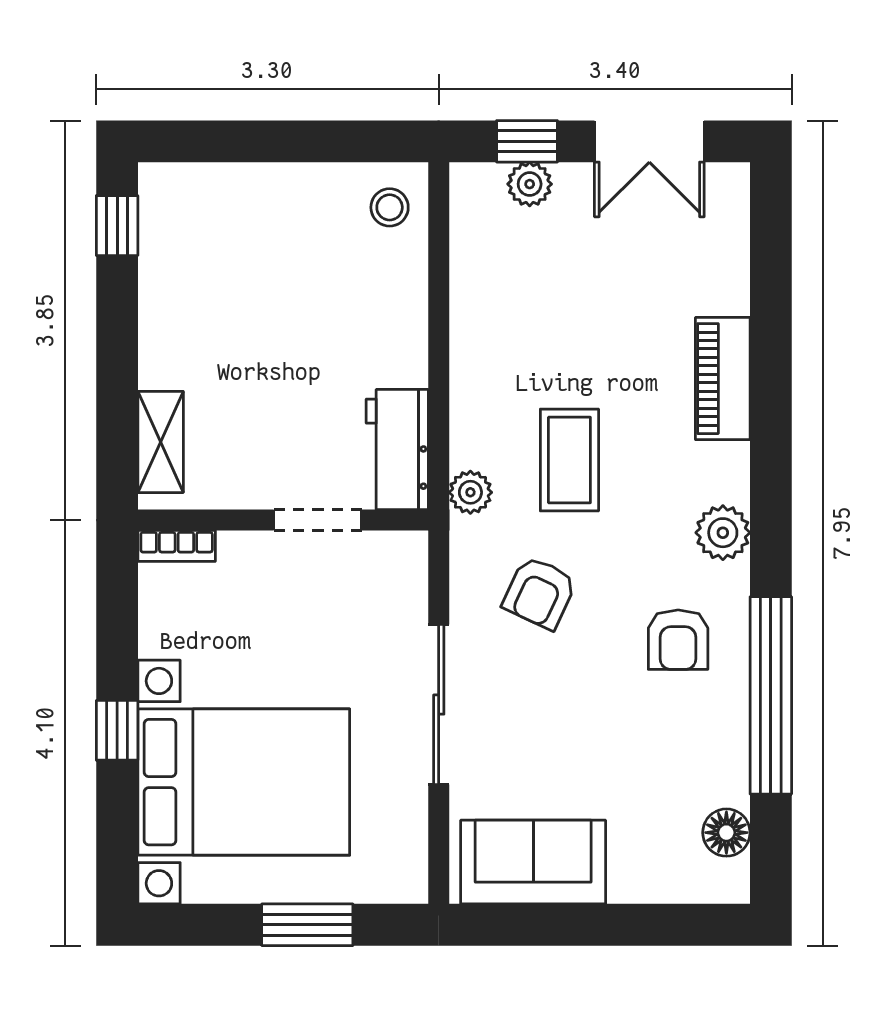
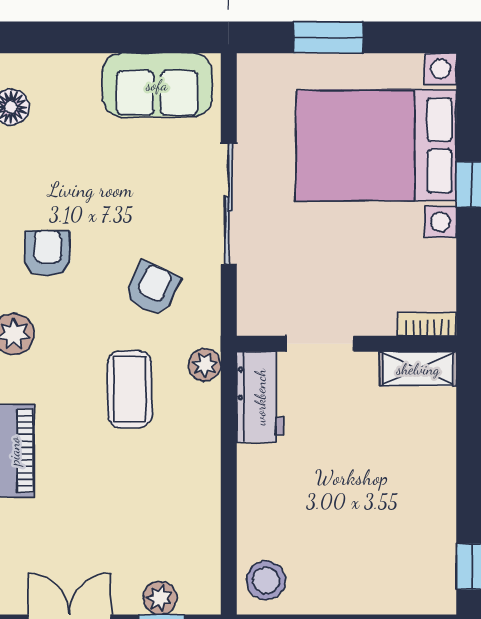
stool: (390, 207) -> (266, 580), width x1.37, depth x1.37
shelving: (161, 442) -> (418, 369), moved, turned 90

